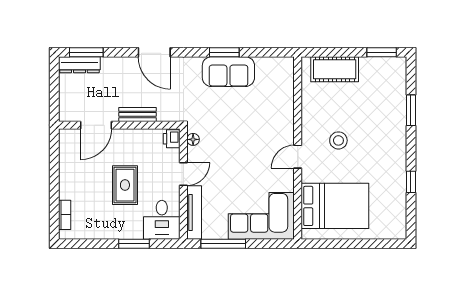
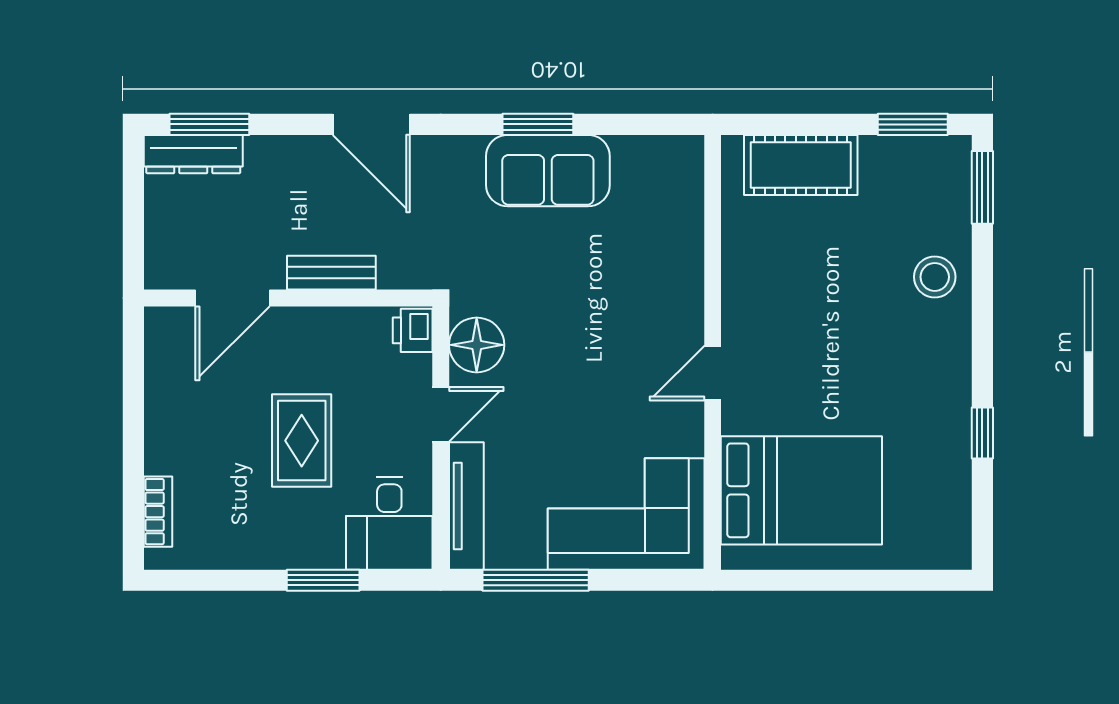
window: (411, 110) -> (982, 187), moved
floor lamp: (193, 139) -> (477, 345), width x1.89, depth x1.89
stool: (338, 140) -> (935, 277), moved

